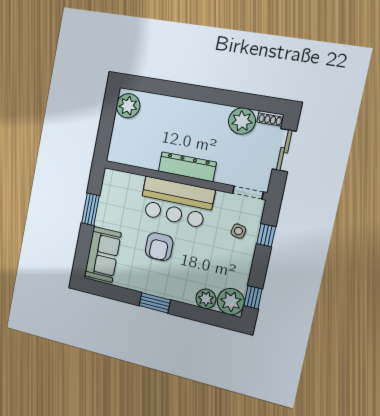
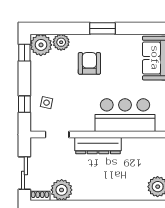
doorway: (248, 193) -> (57, 135), moved
bar counter: (176, 202) -> (125, 115), moved
armchair: (159, 247) -> (89, 63), moved

